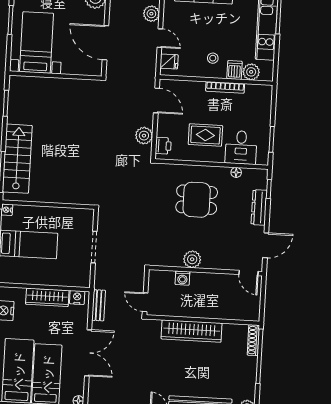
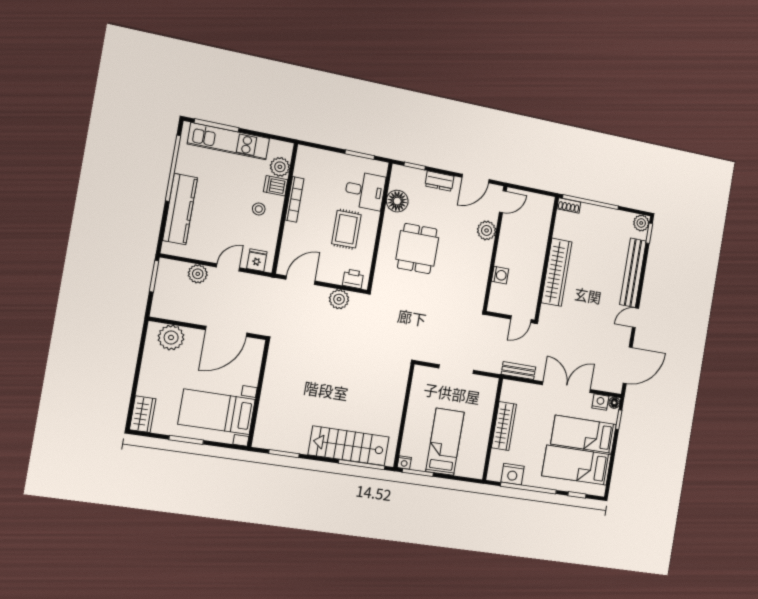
floor lamp: (236, 172) -> (397, 201), width x1.89, depth x1.89
dresser: (259, 207) -> (439, 181), width x0.70
door: (266, 245) -> (475, 178), swing flipped
plant: (192, 259) -> (487, 230), moved
nightstand: (77, 297) -> (600, 402), moved, turned 90
shoe rack: (253, 340) -> (569, 205), width x0.70

